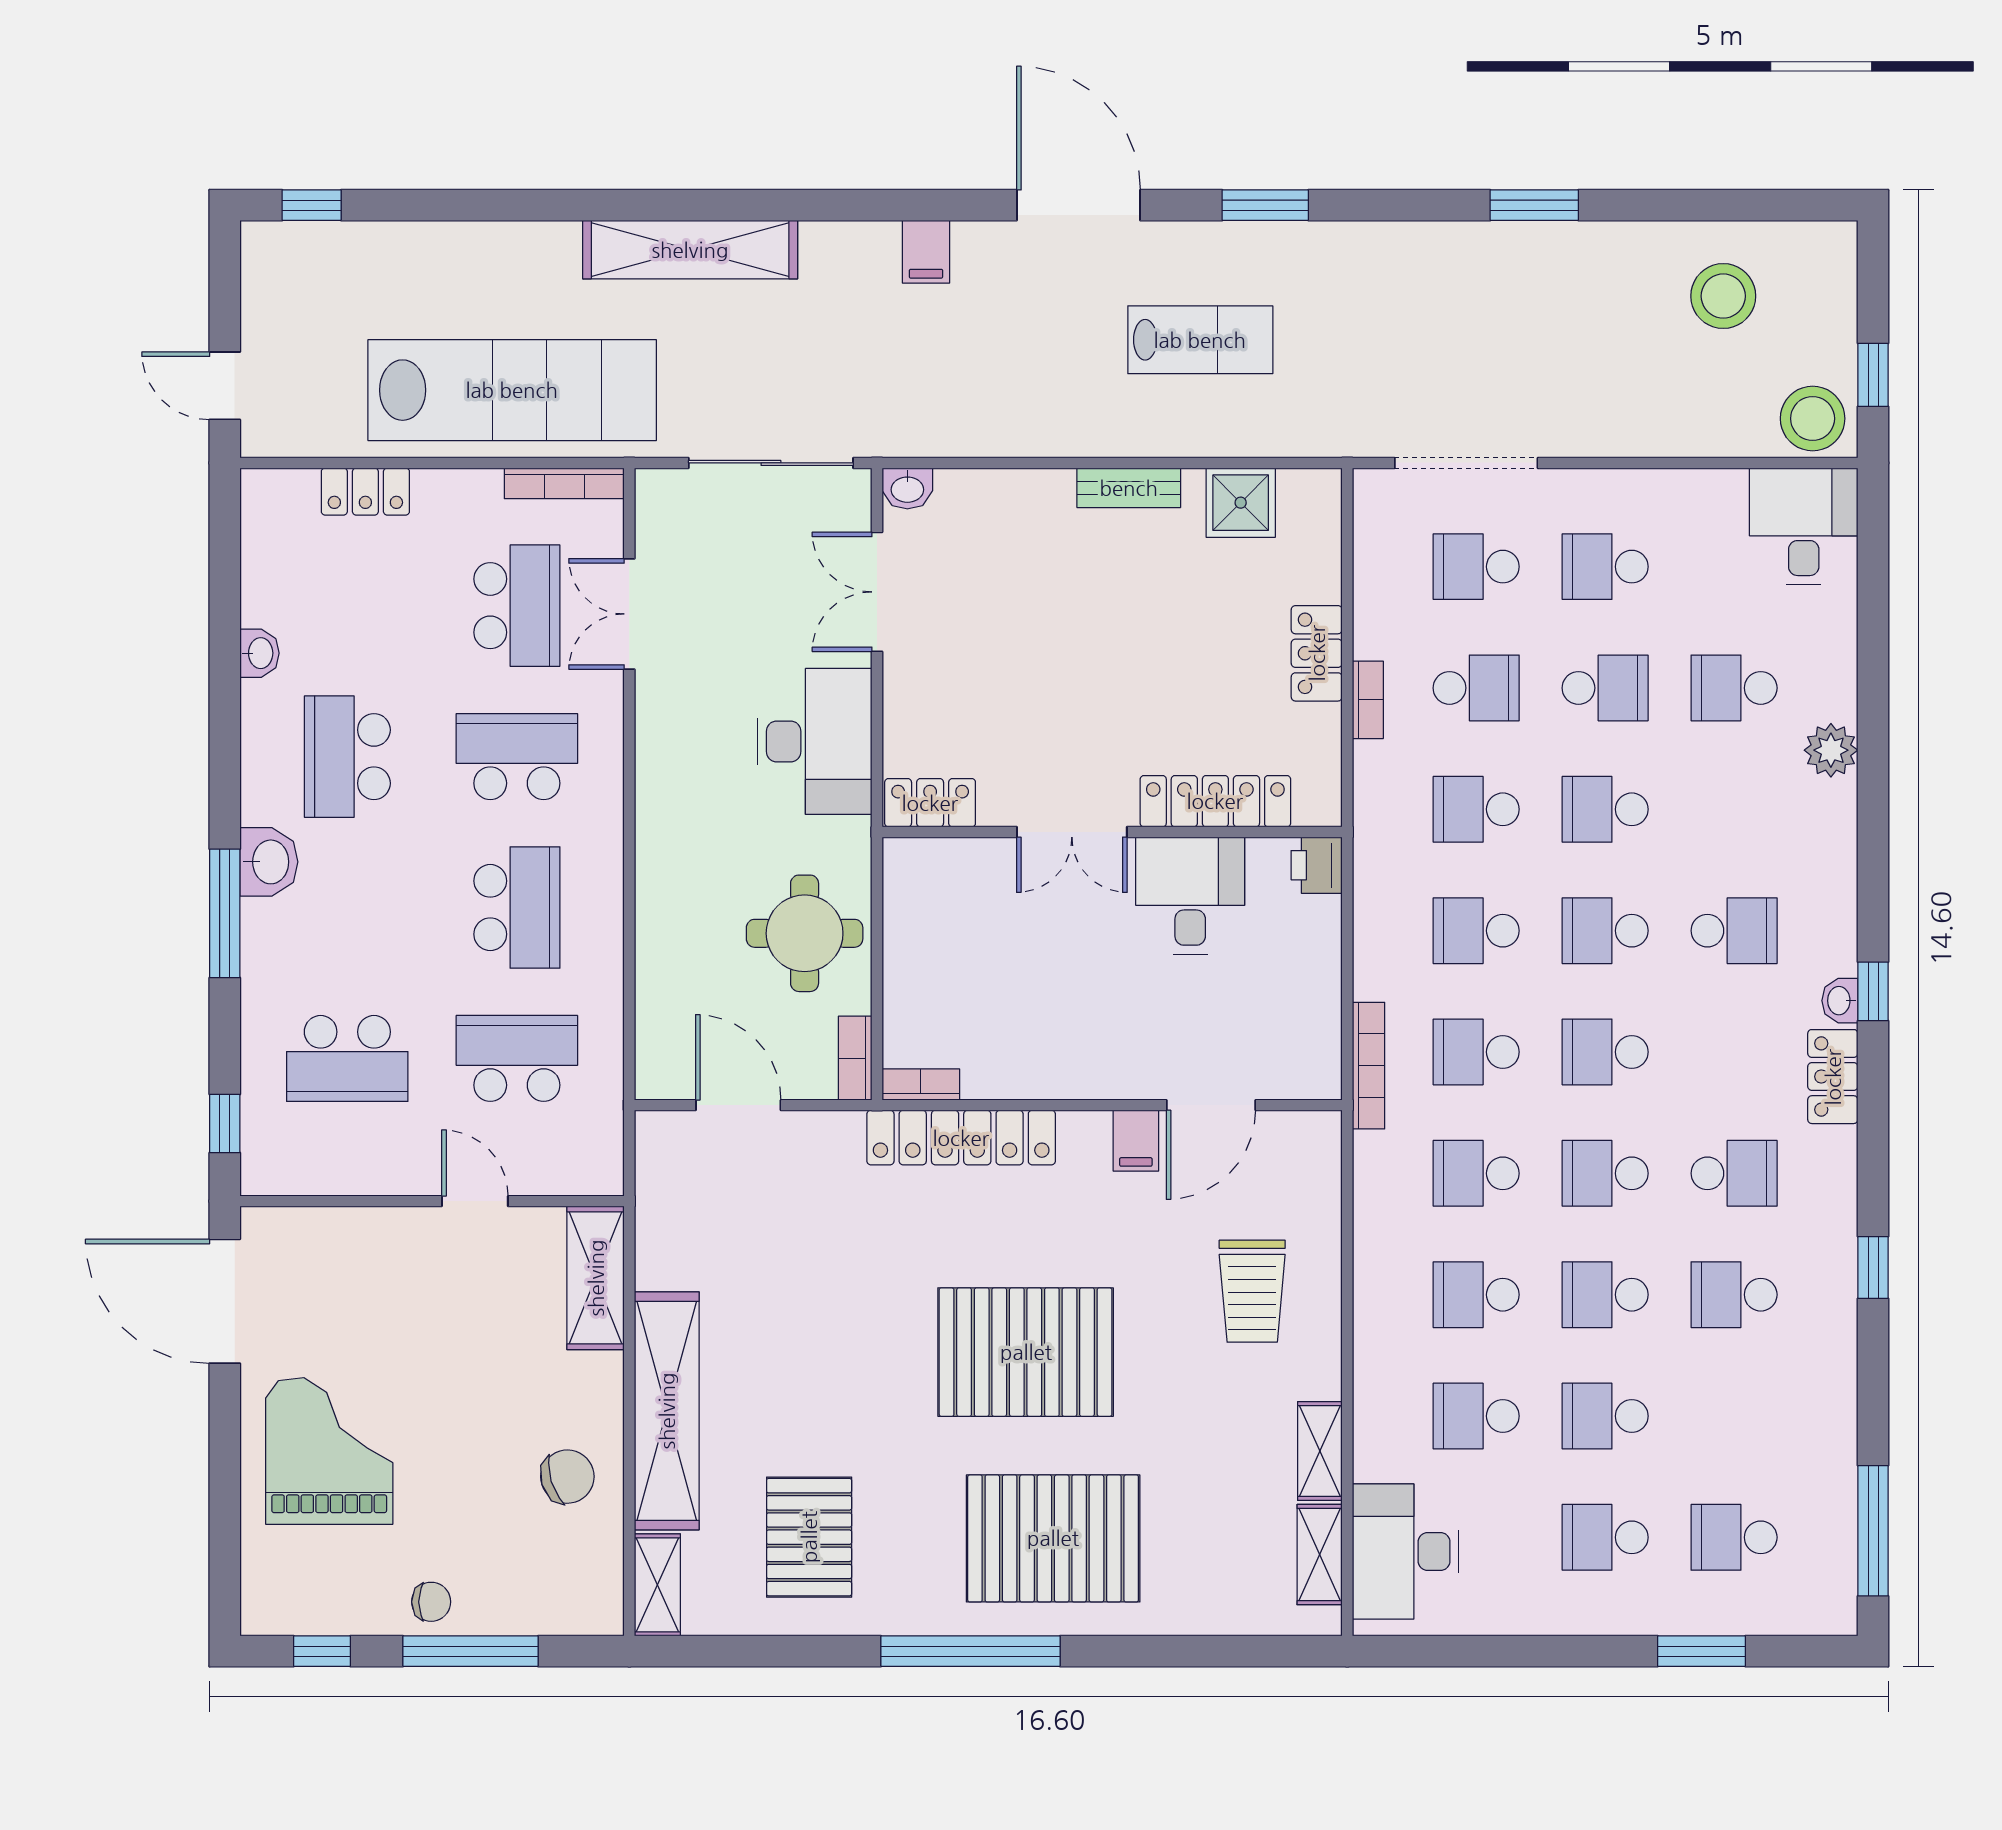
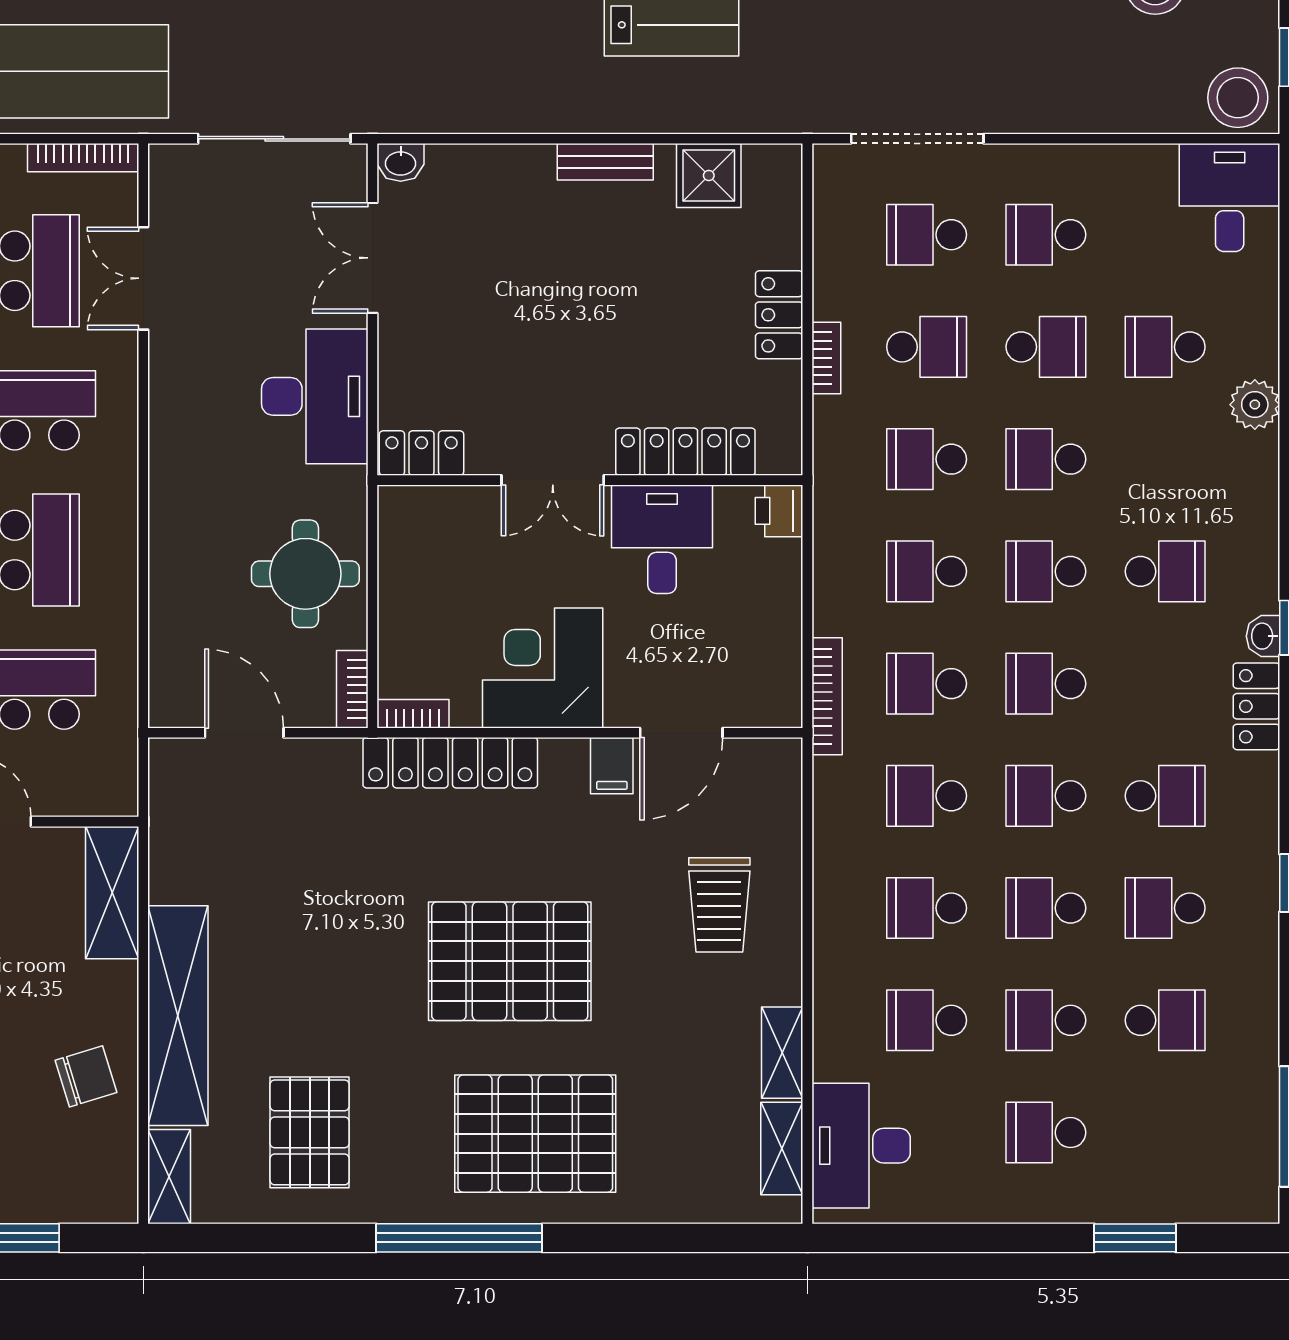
corner desk: (1061, 1035) -> (543, 668), added
school desk: (1734, 1537) -> (1165, 1020), moved, turned 180

